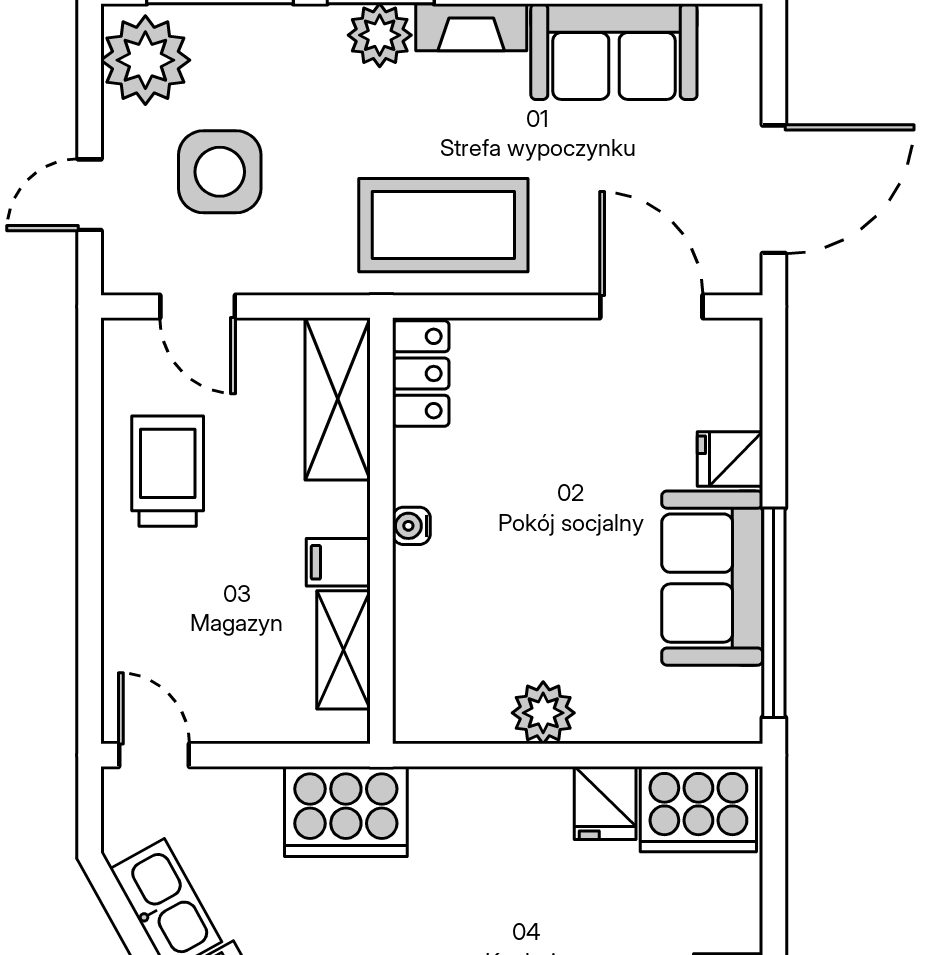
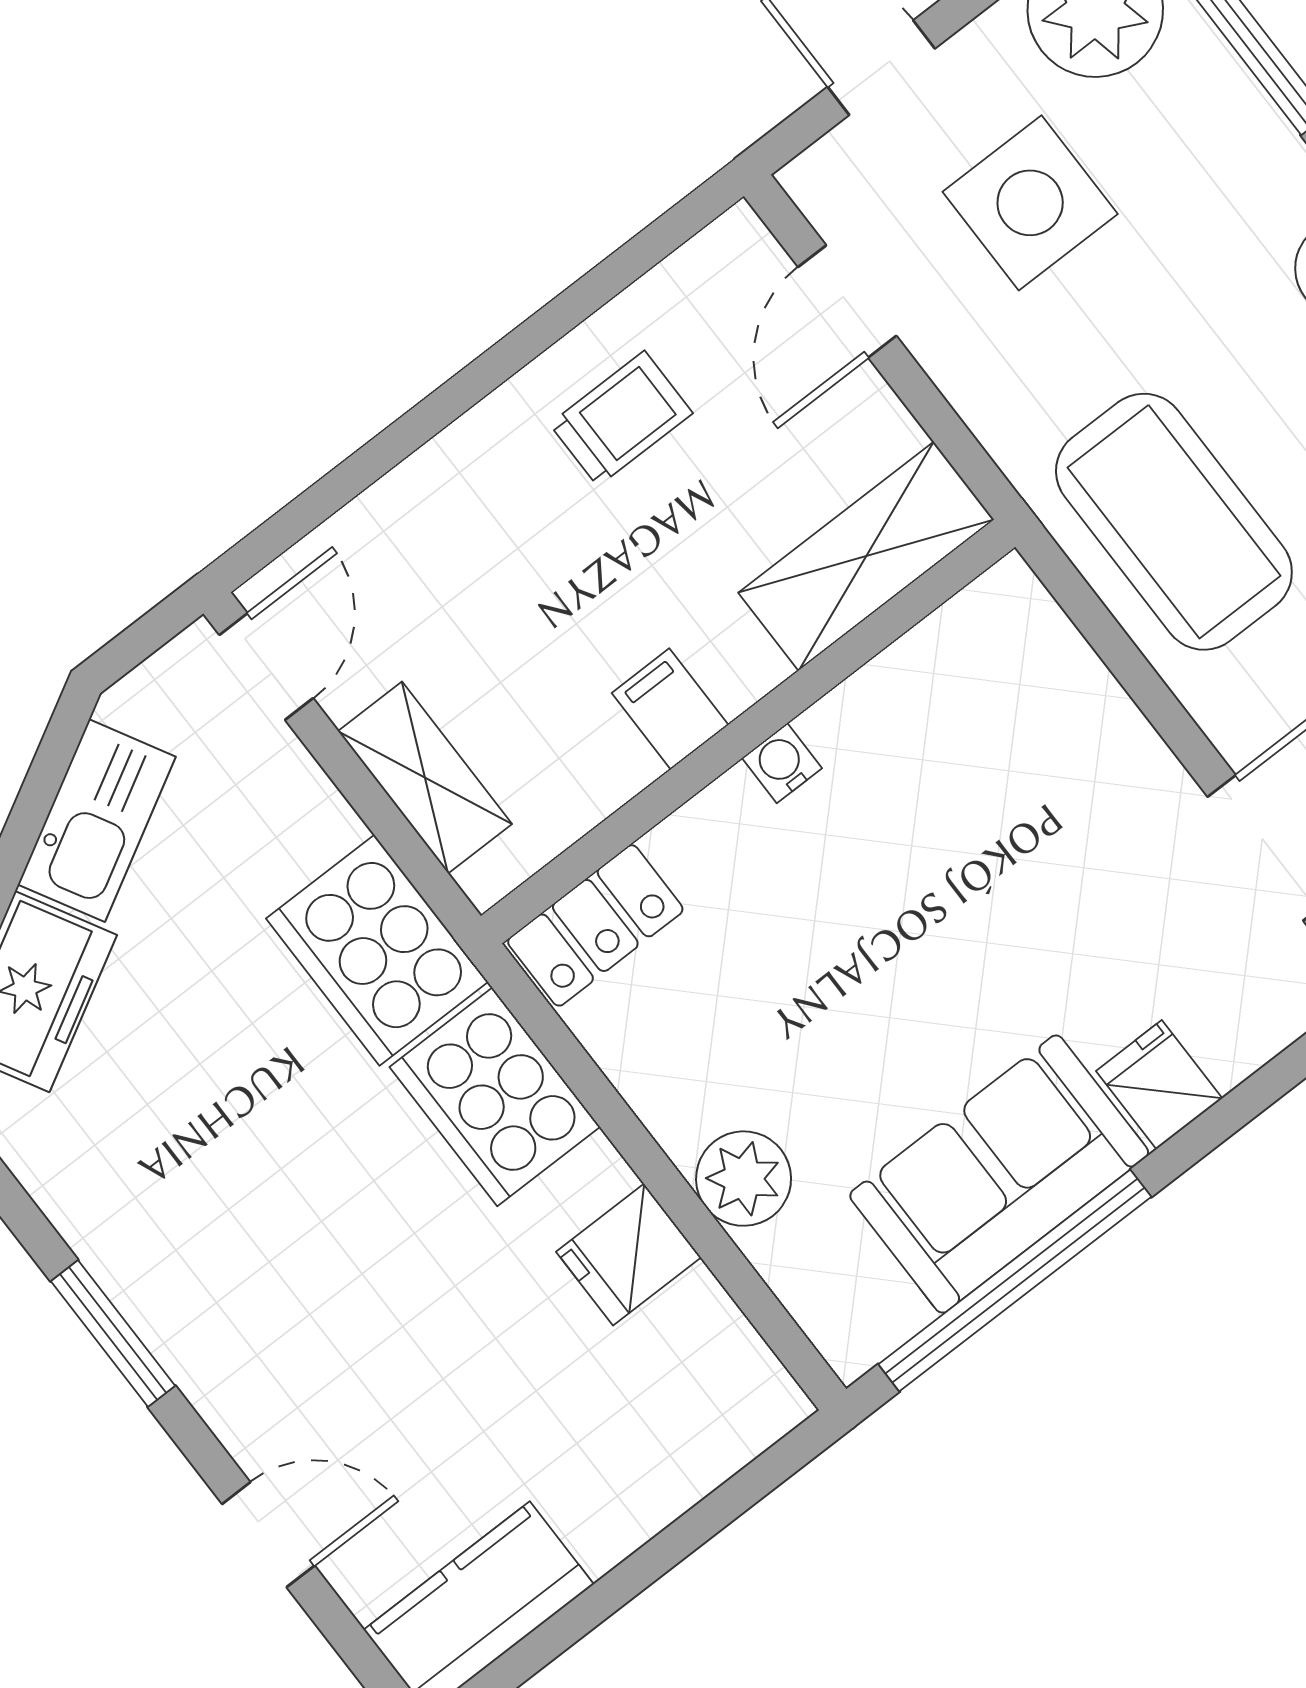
locker: (421, 374) -> (595, 925), moved
trolley: (168, 471) -> (621, 419), width x0.73, depth x0.72
shelving: (343, 650) -> (425, 778), moved, turned 90
plant: (543, 713) -> (744, 1179), moved
cooker: (698, 809) -> (495, 1097), moved

